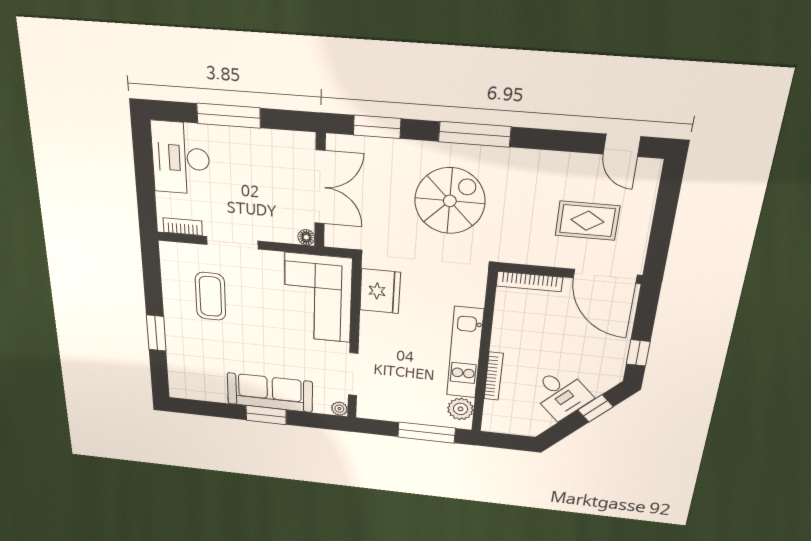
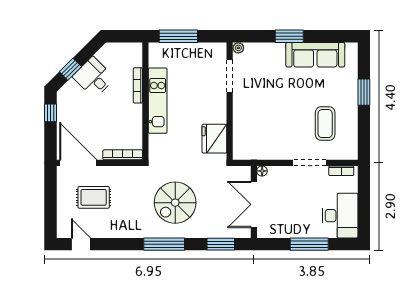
corner sofa: (318, 298) -> (254, 130), removed
sofa: (270, 393) -> (315, 55), moved
plant: (460, 409) -> (157, 58), removed

